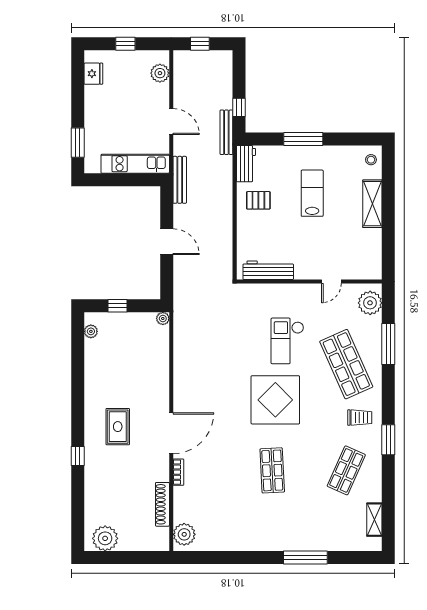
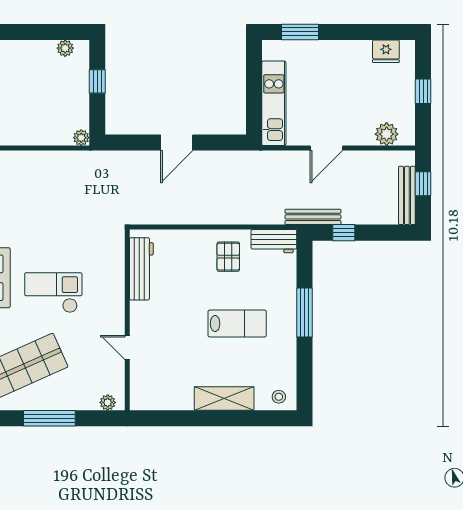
bench: (180, 180) -> (407, 195), moved, turned 90
plant: (370, 303) -> (108, 402), width x0.53, depth x0.53

